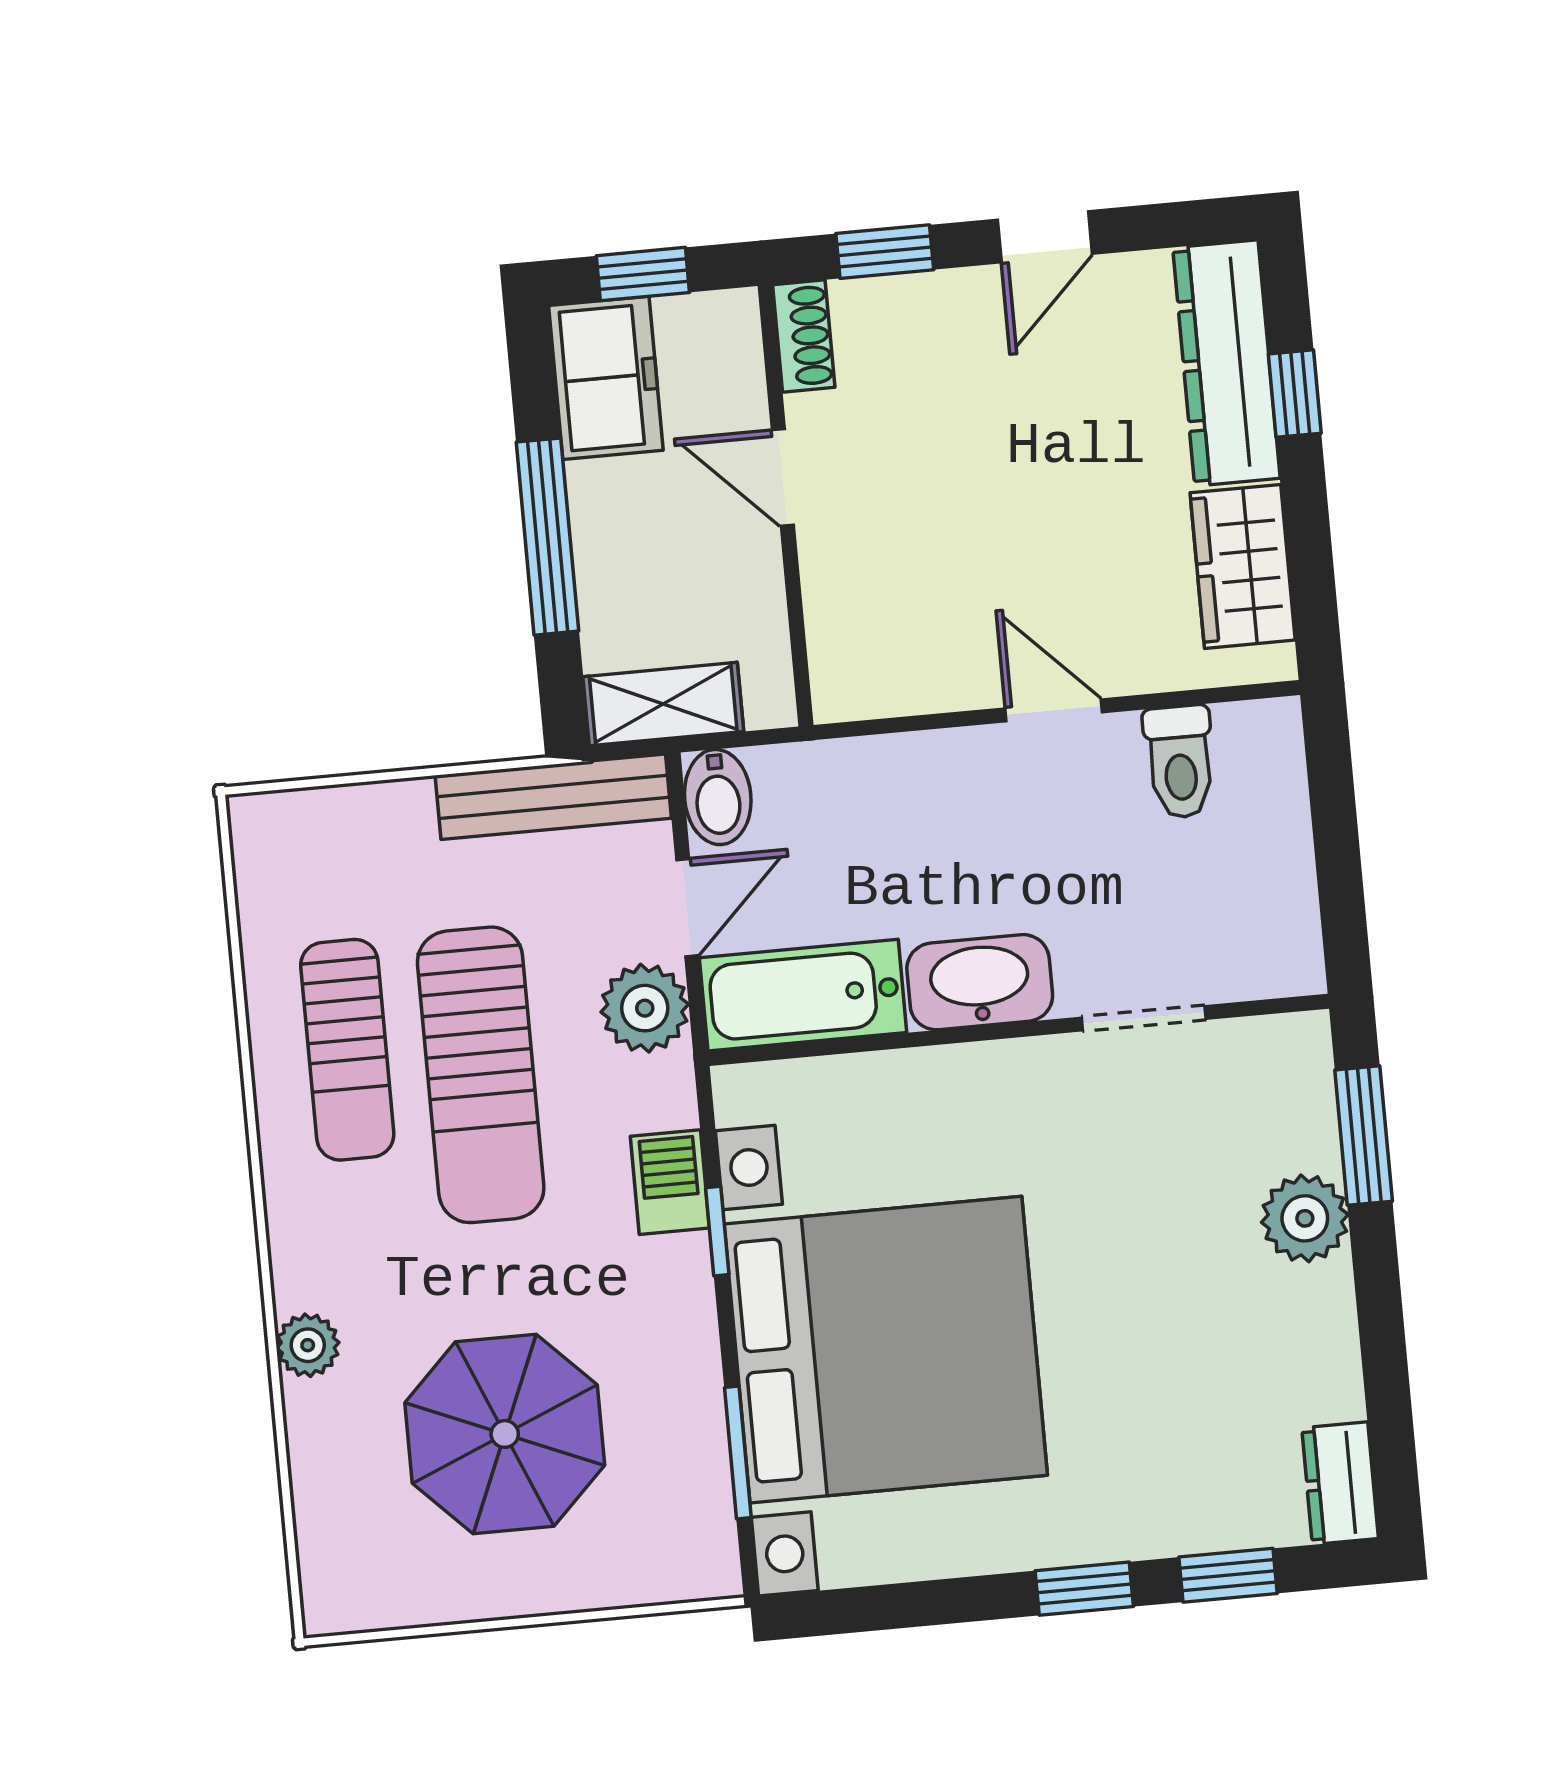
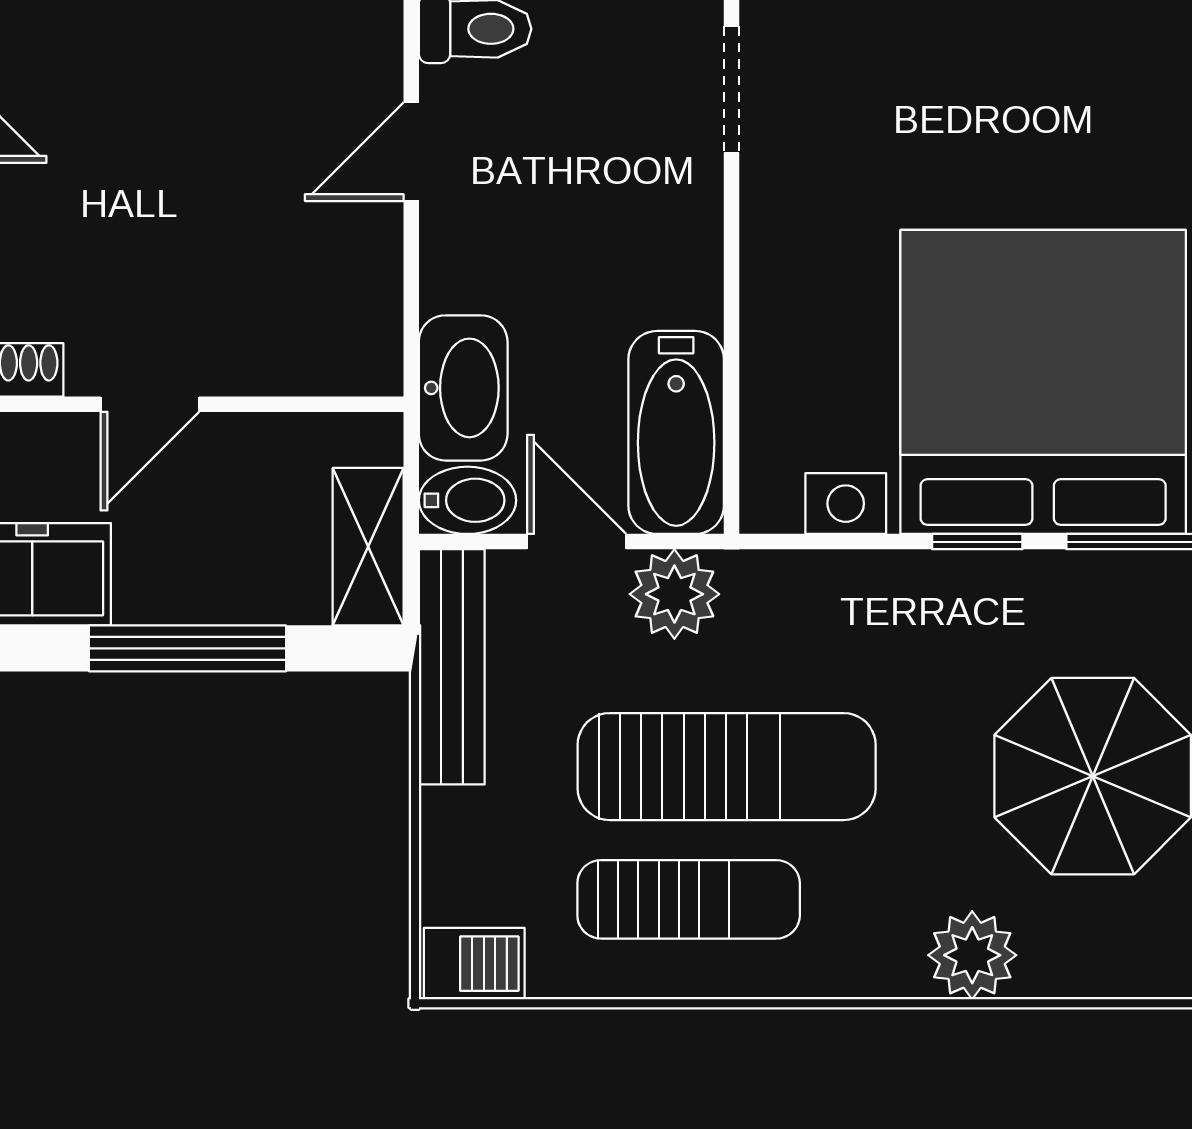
washbasin: (980, 982) -> (463, 388), moved, turned 180
barbecue: (670, 1182) -> (474, 964), moved, turned 180
window: (717, 1231) -> (977, 542), moved
plant: (308, 1345) -> (972, 955), width x1.38, depth x1.38

